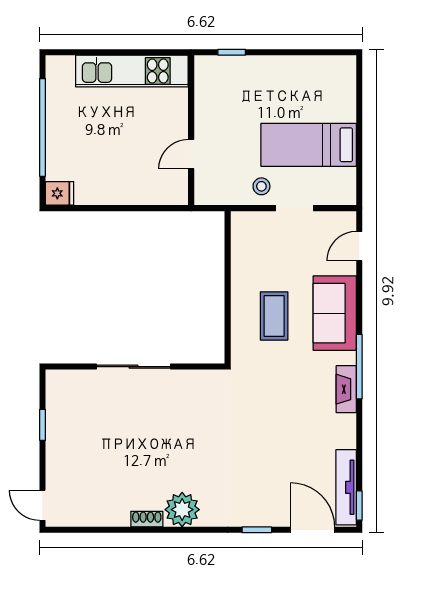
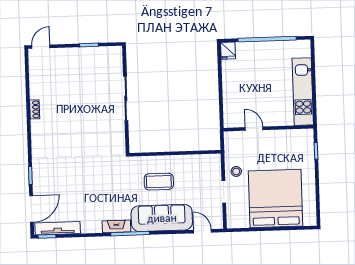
bed: (309, 145) -> (275, 198), width x2.04
sofa: (335, 313) -> (162, 218), width x1.36
plant: (182, 510) -> (41, 130), removed

